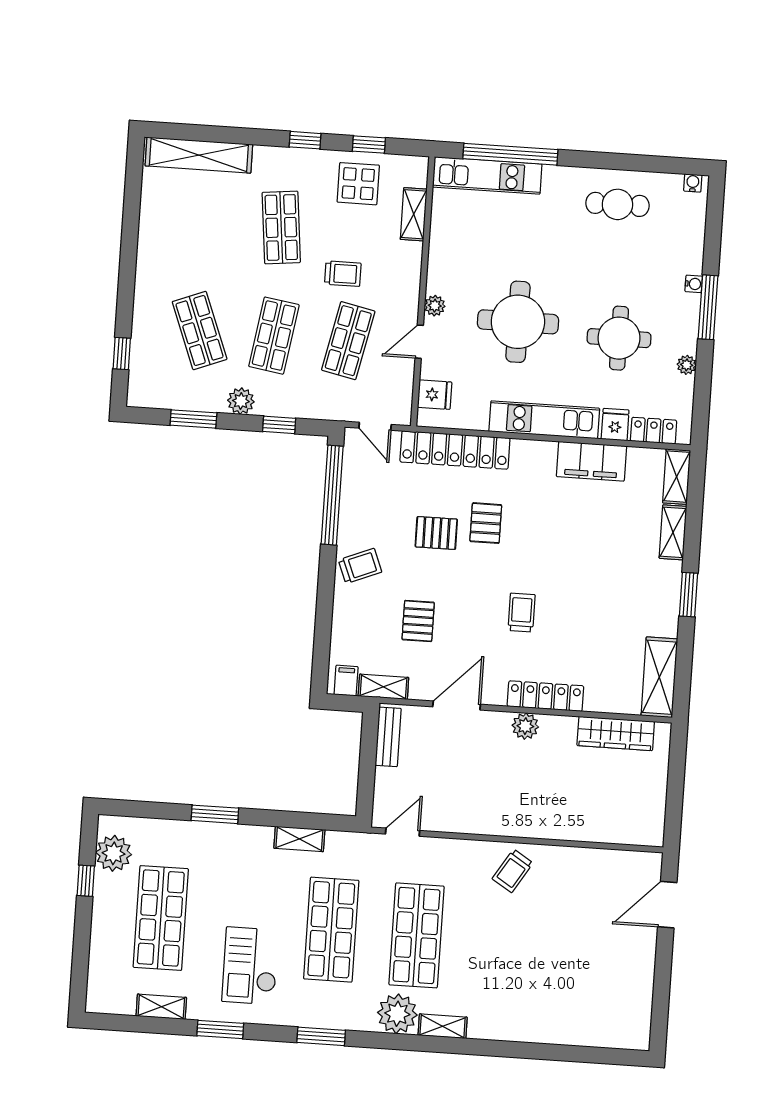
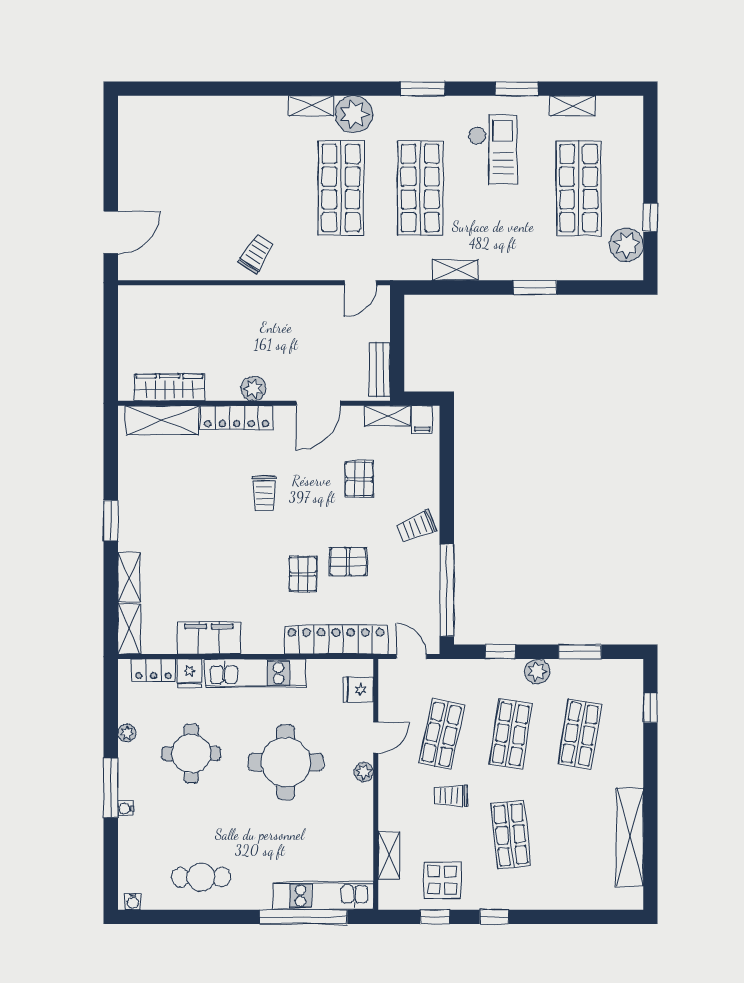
shelving: (199, 155) -> (630, 837), moved, turned 90
shop shelf: (200, 330) -> (580, 734), turned 30
shelving: (659, 677) -> (162, 420), moved, turned 90

